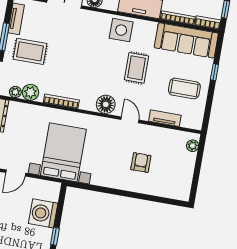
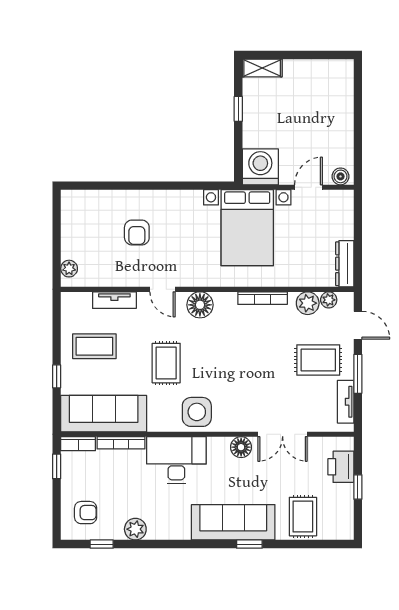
washing machine: (43, 213) -> (260, 167), moved, turned -90

